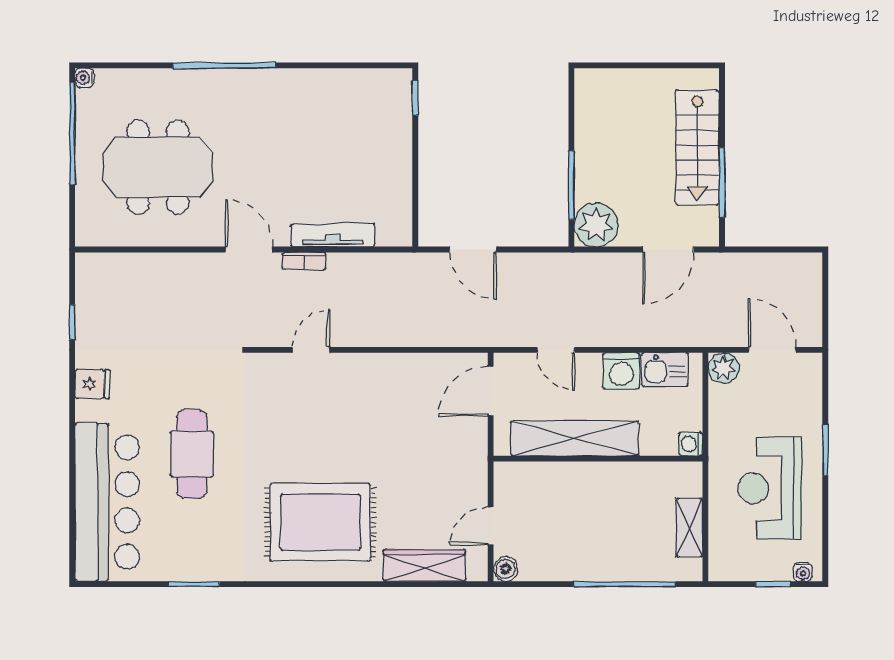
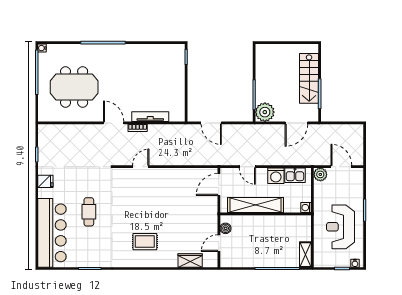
cafe table: (192, 454) -> (89, 212), width x0.73, depth x0.74
rug: (320, 522) -> (145, 242), width x0.54, depth x0.49
shelving: (689, 528) -> (305, 255), moved
wardrobe: (424, 566) -> (190, 260), width x0.67
boiler: (506, 569) -> (226, 228), moved

